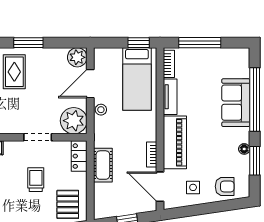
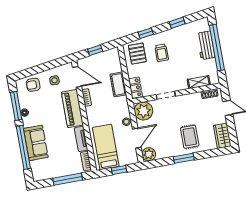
window: (139, 43) -> (119, 170), moved
window: (255, 161) -> (16, 106), width x1.44
trolley: (36, 180) -> (162, 53), moved

